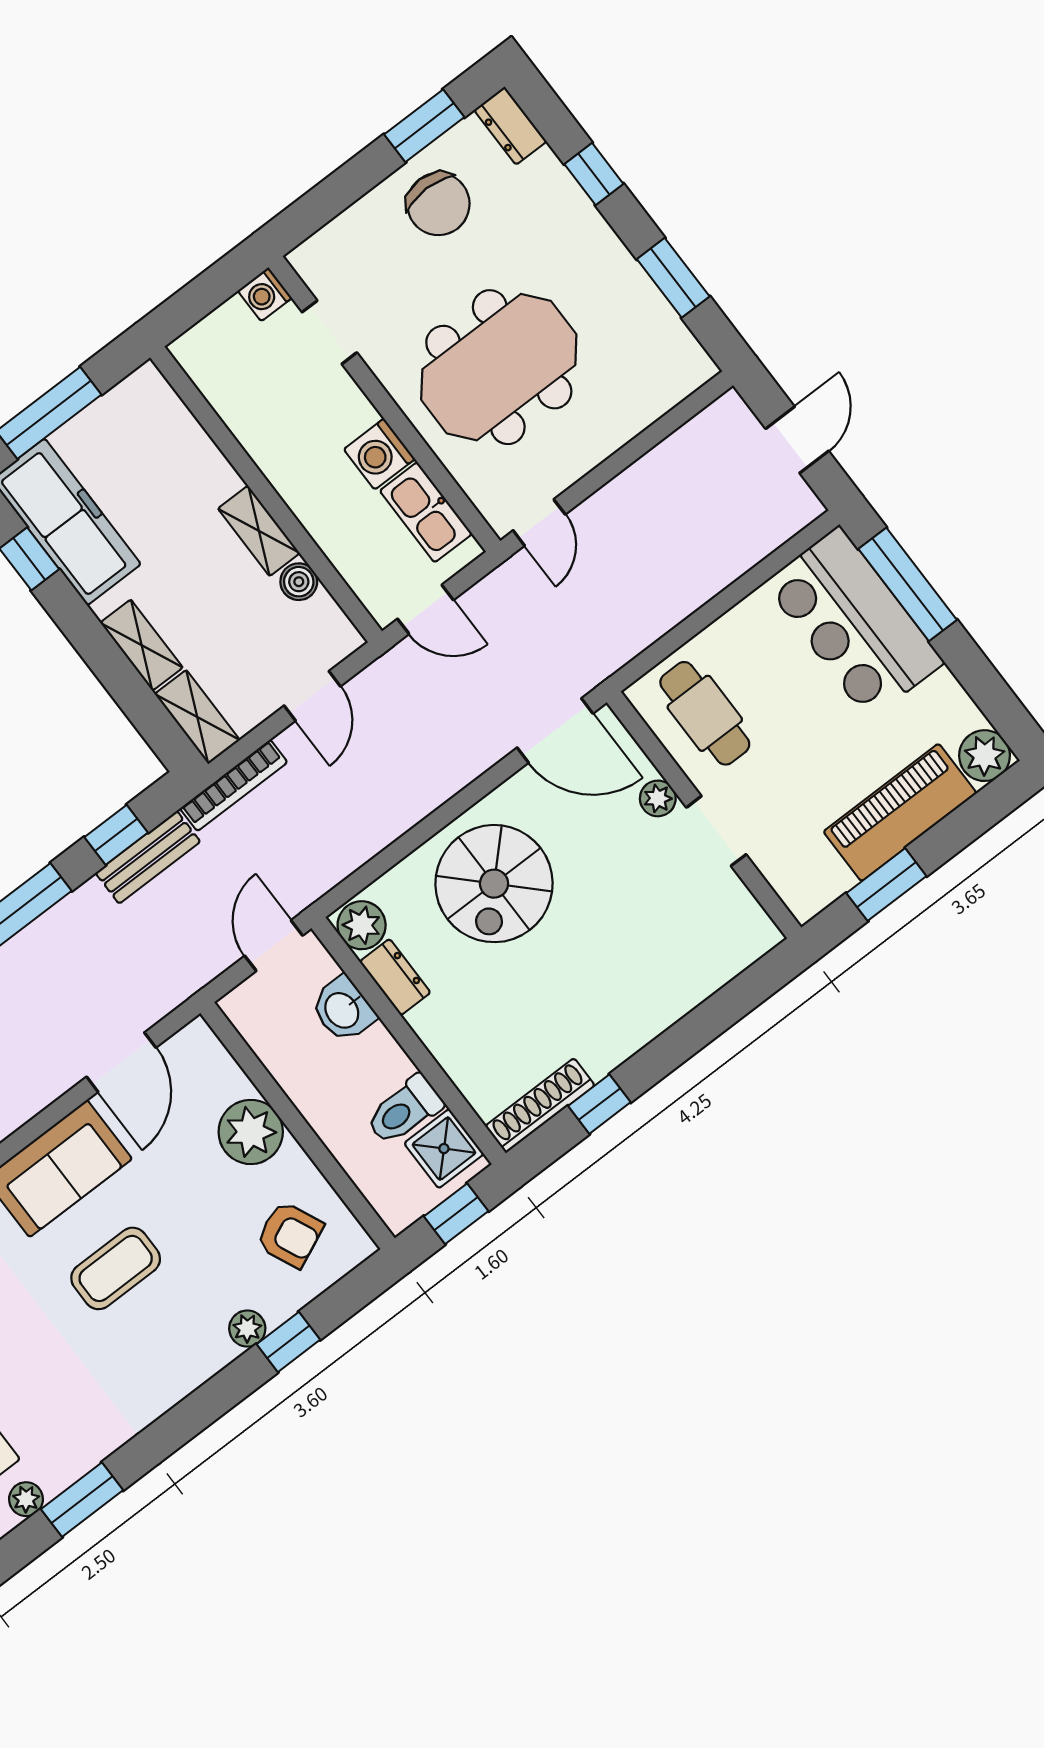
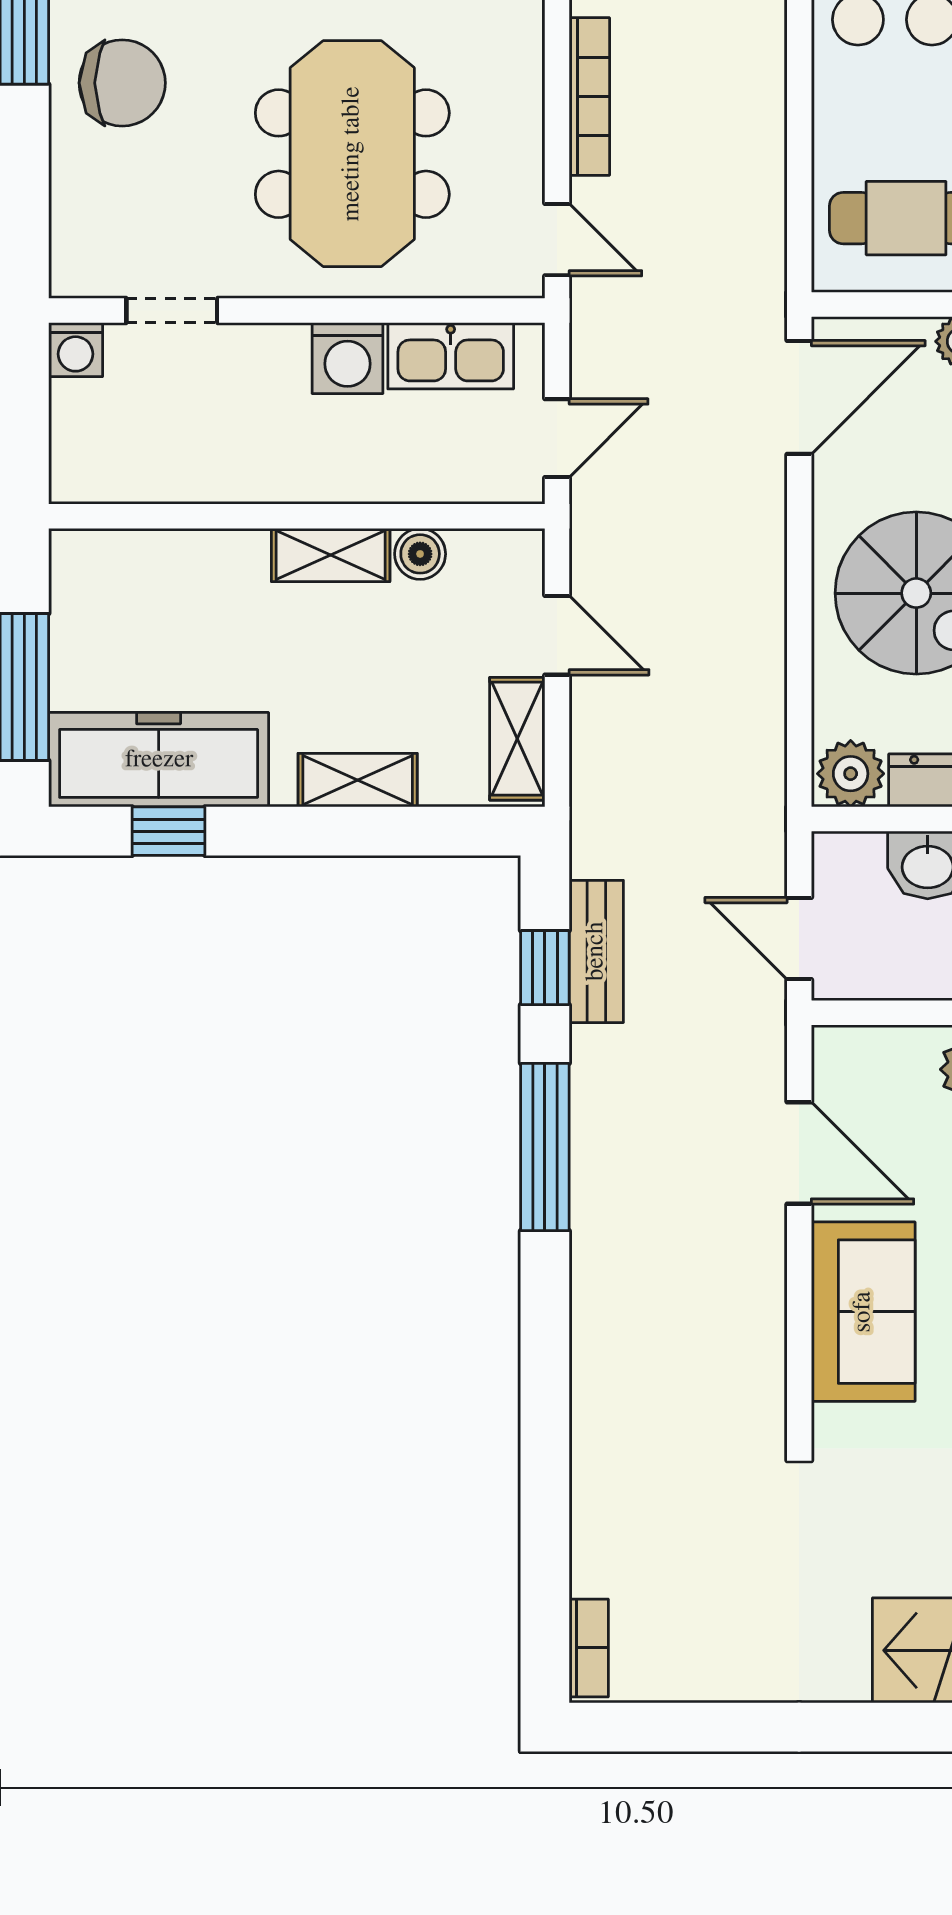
shelving: (197, 717) -> (517, 739), moved, turned 90
bookcase: (234, 785) -> (589, 97), moved
door: (274, 946) -> (799, 938), moved

